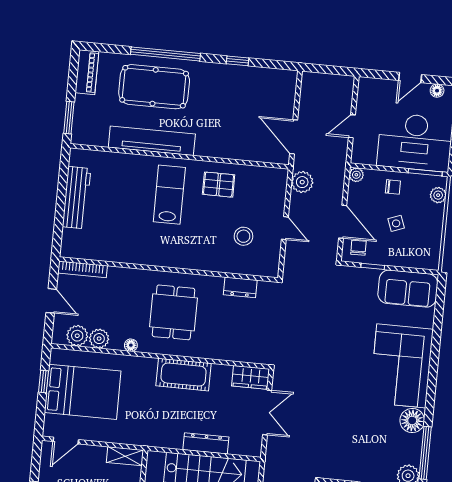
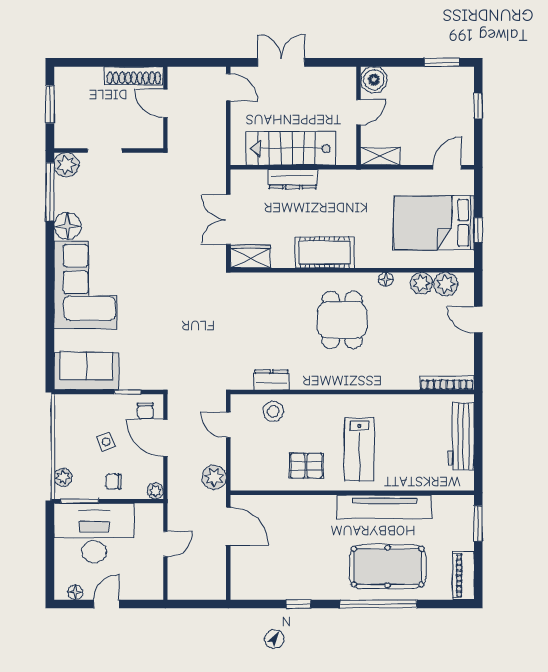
bookcase: (83, 269) -> (447, 383), moved
wall: (169, 269) -> (352, 392), moved
dresser: (240, 287) -> (271, 380), moved

